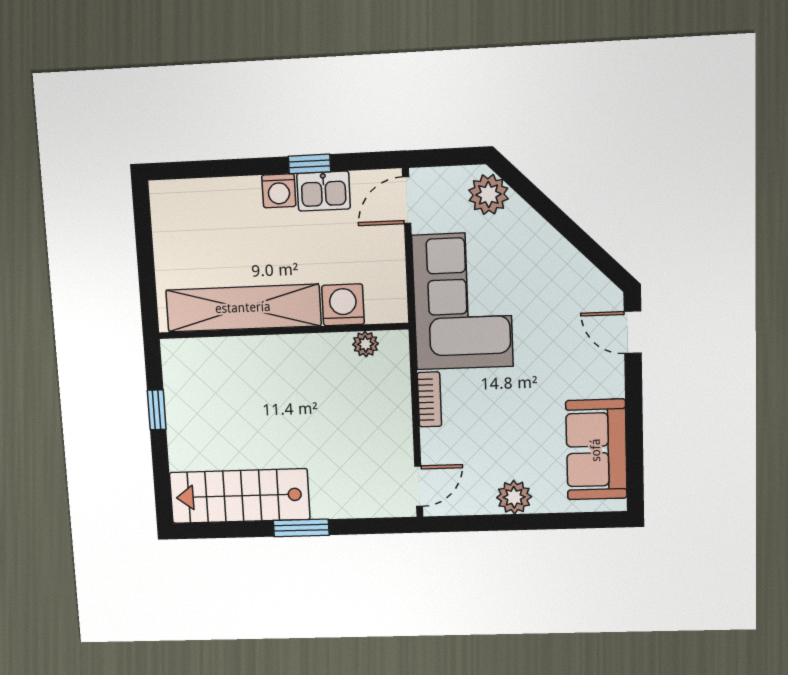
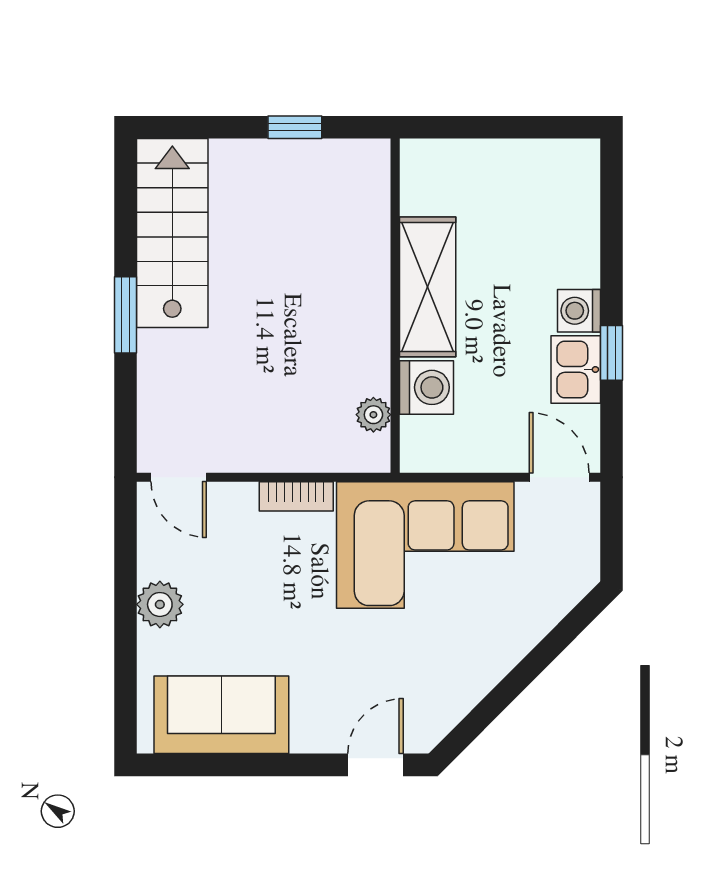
plant: (488, 194) -> (562, 583), removed
shelving: (243, 308) -> (428, 287), width x0.68

